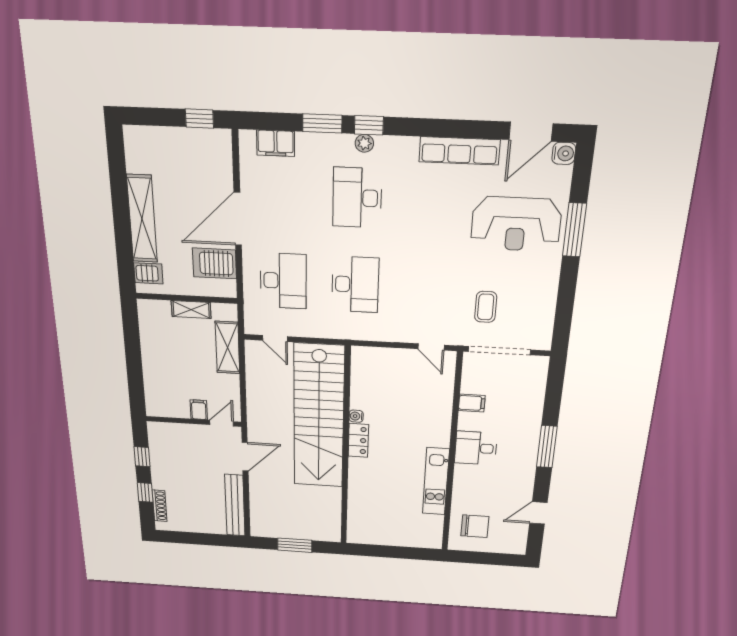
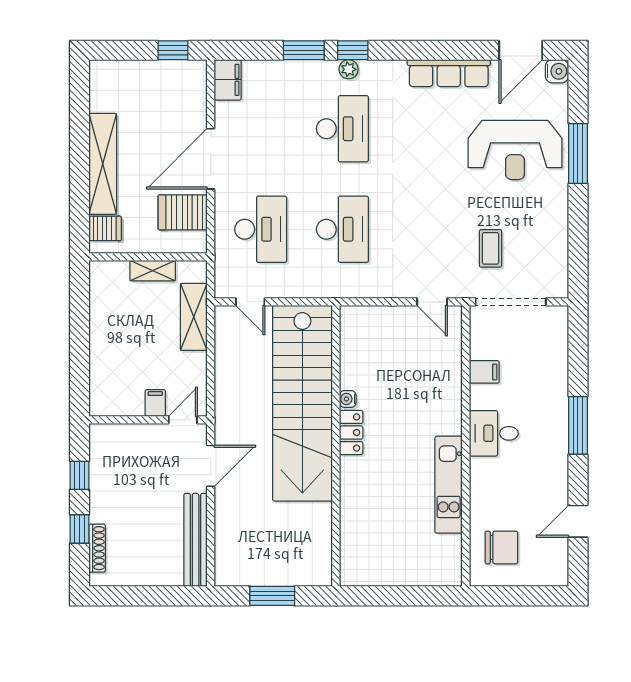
filing cabinet: (276, 143) -> (228, 80), moved, turned -90
desk: (357, 198) -> (342, 129), turned 180

